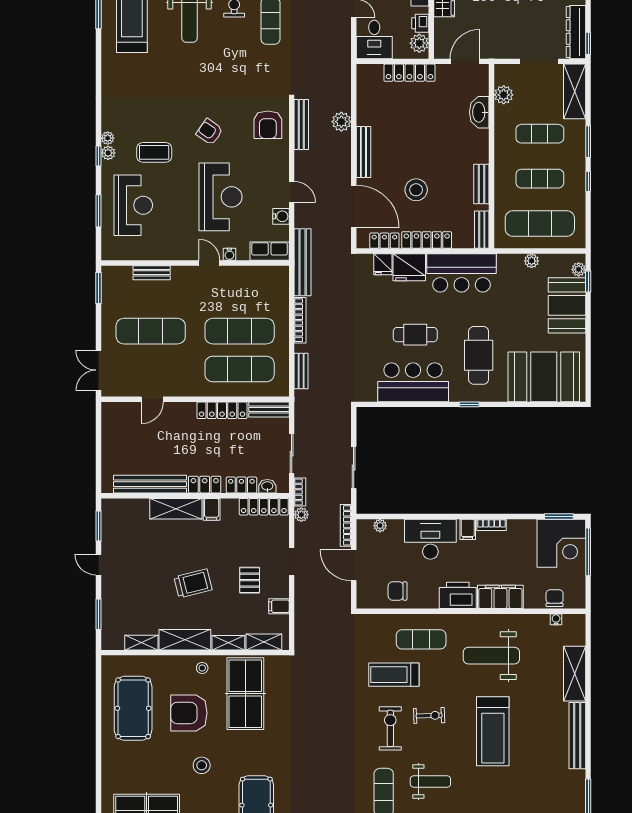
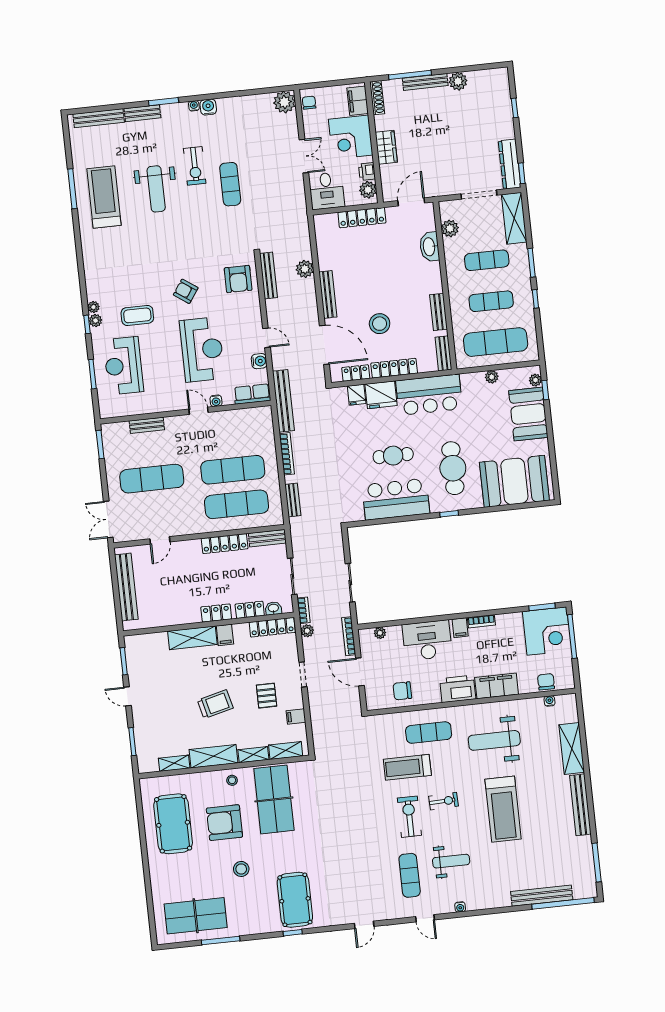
reception desk: (133, 205) -> (123, 366), turned 180
bench: (150, 484) -> (126, 587), moved, turned 90

